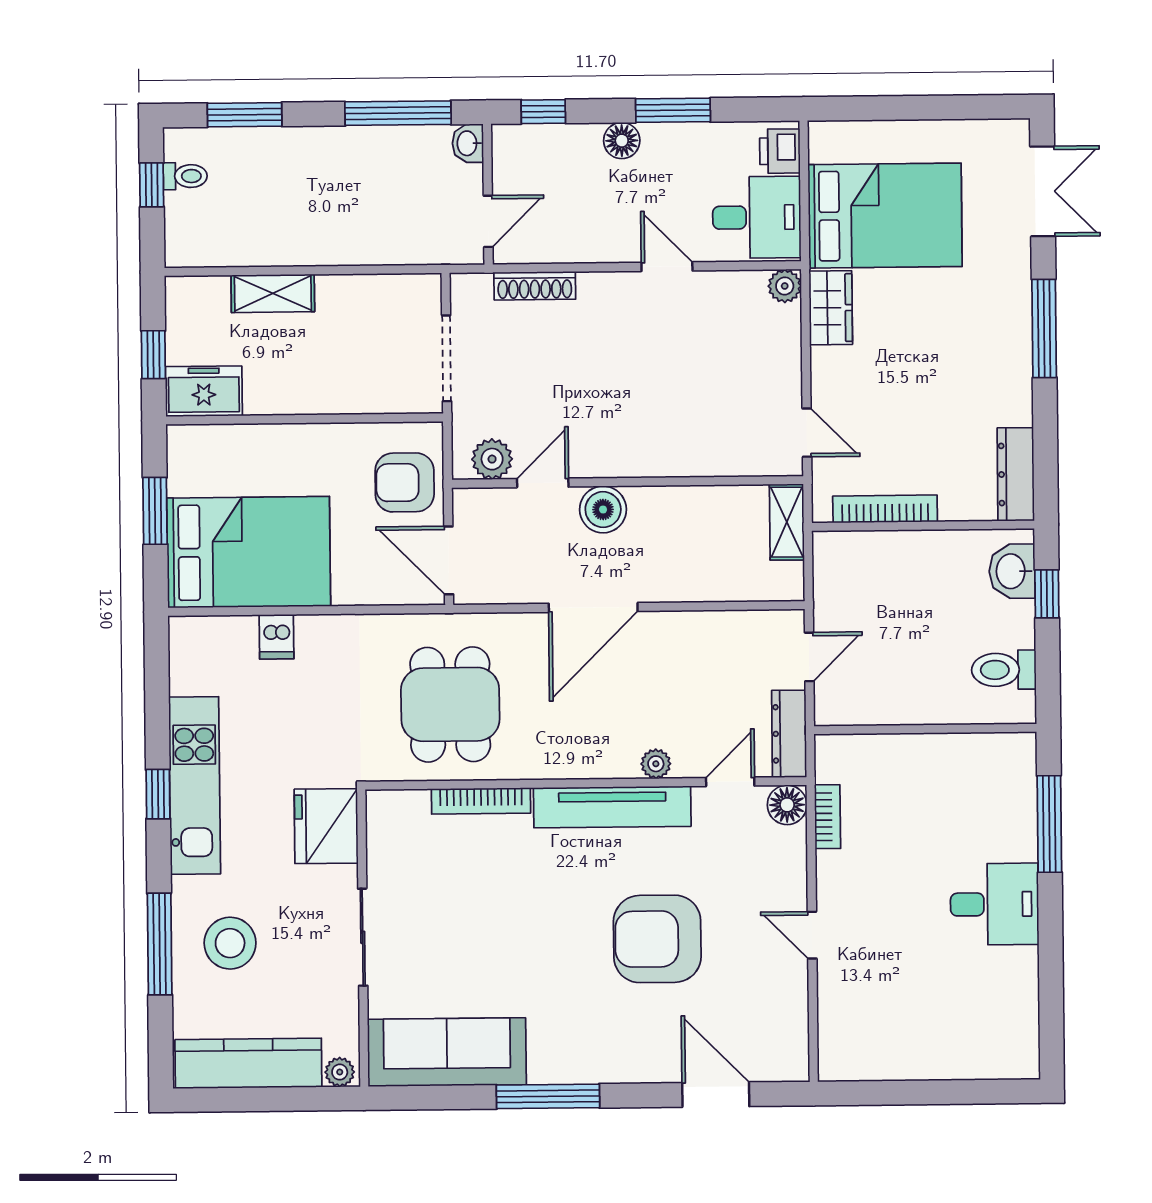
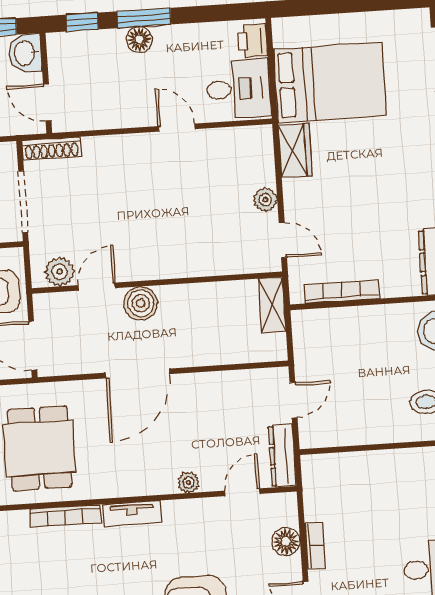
window: (673, 110) -> (144, 18), moved
washbasin: (468, 143) -> (25, 53), width x1.38, depth x1.45
door: (488, 221) -> (47, 102), swing flipped
shoe rack: (535, 286) -> (52, 149), moved
plant: (785, 286) -> (265, 200), moved
floor lamp: (787, 805) -> (286, 541), moved
tv unit: (612, 807) -> (132, 514), width x0.52, depth x0.78
bookcase: (828, 817) -> (315, 545), moved

